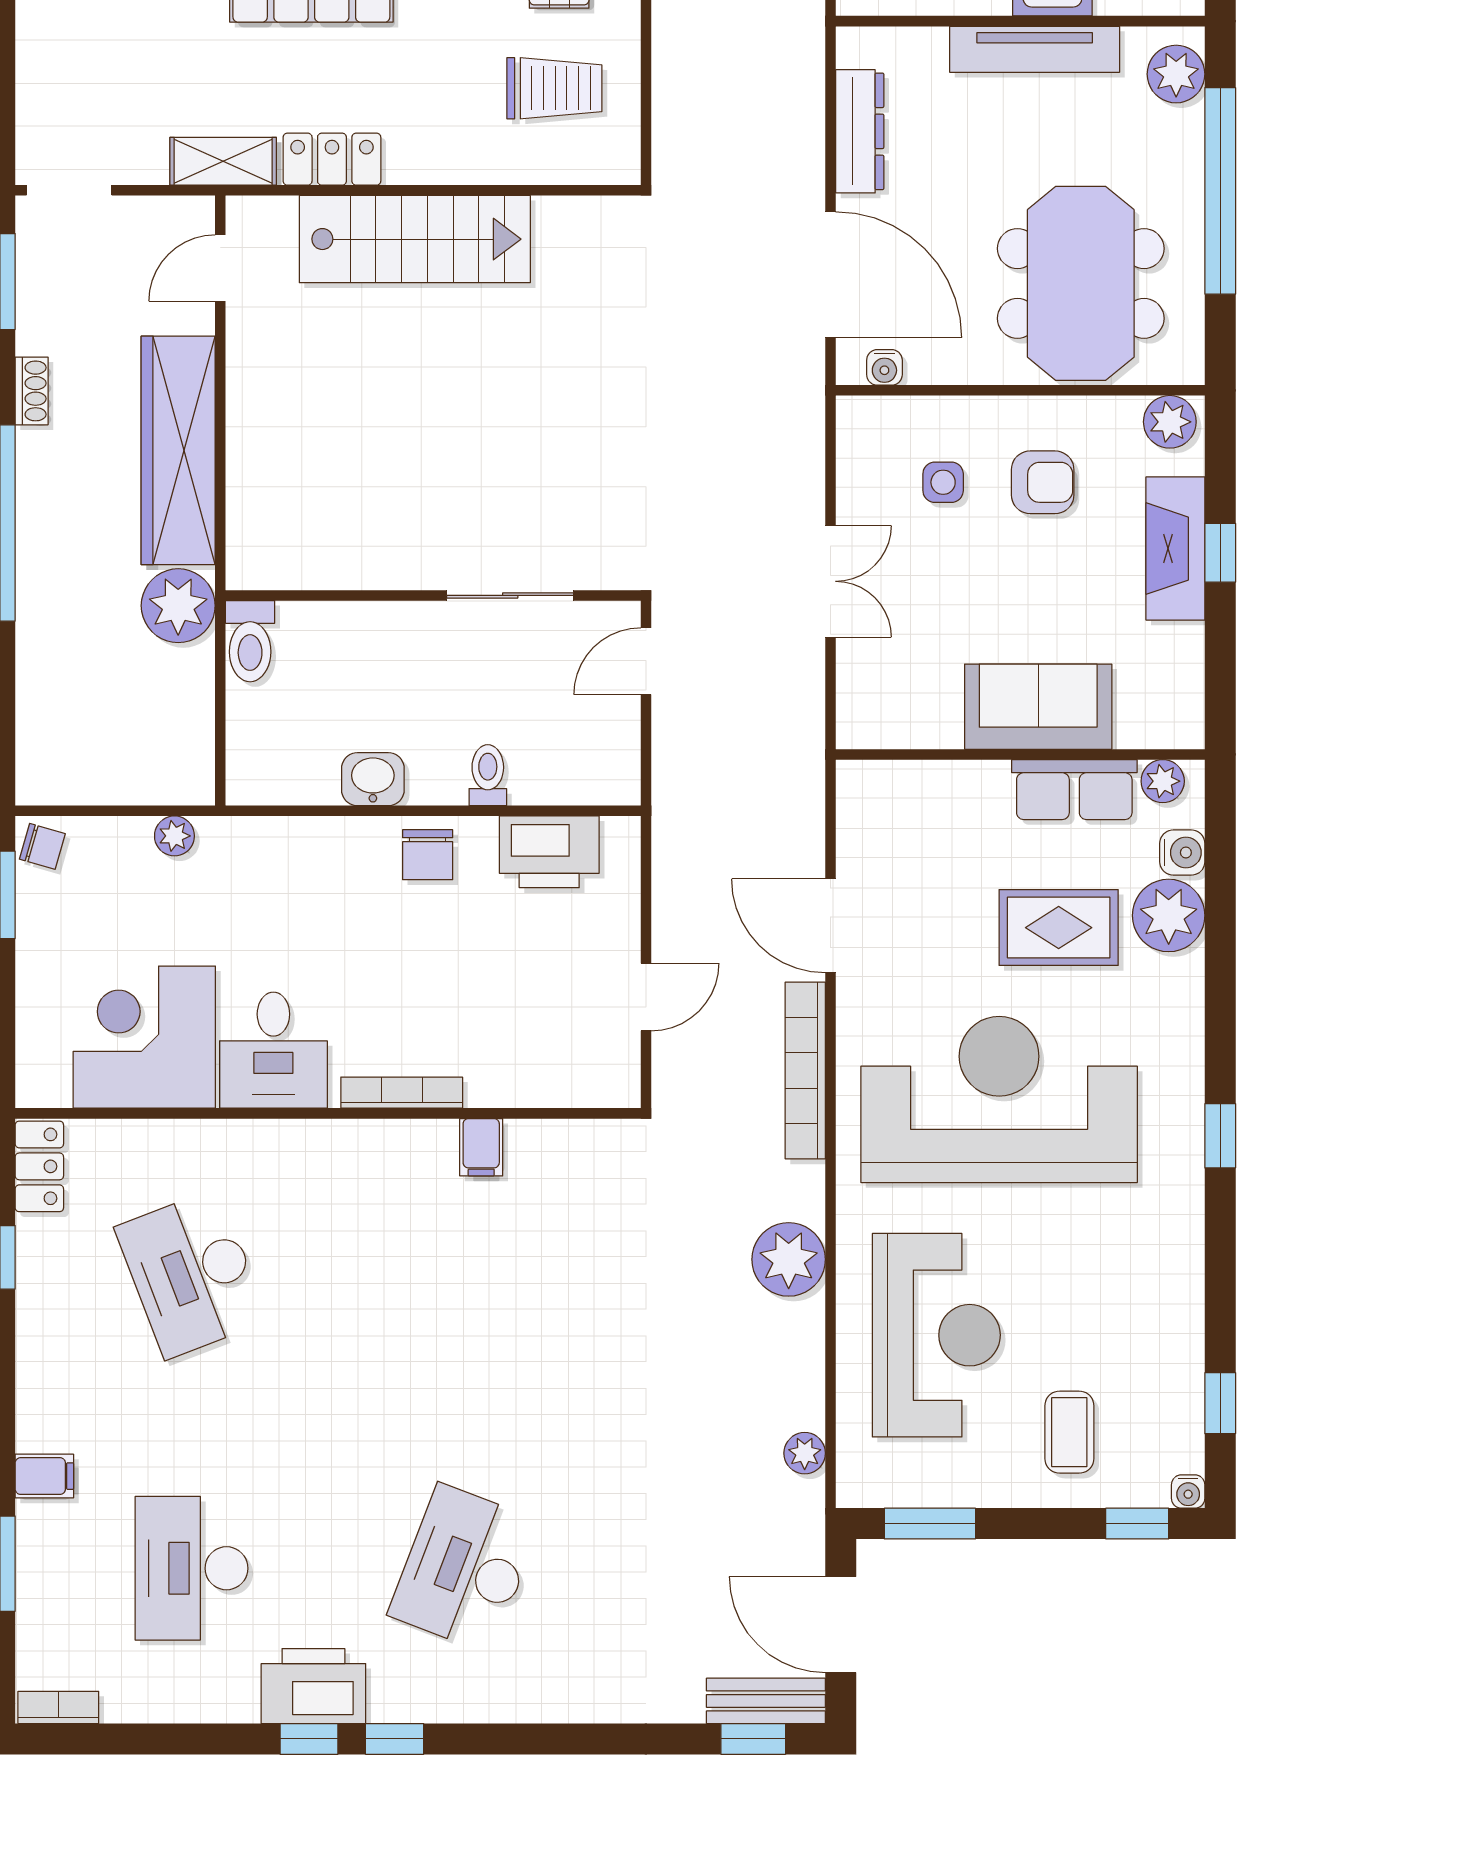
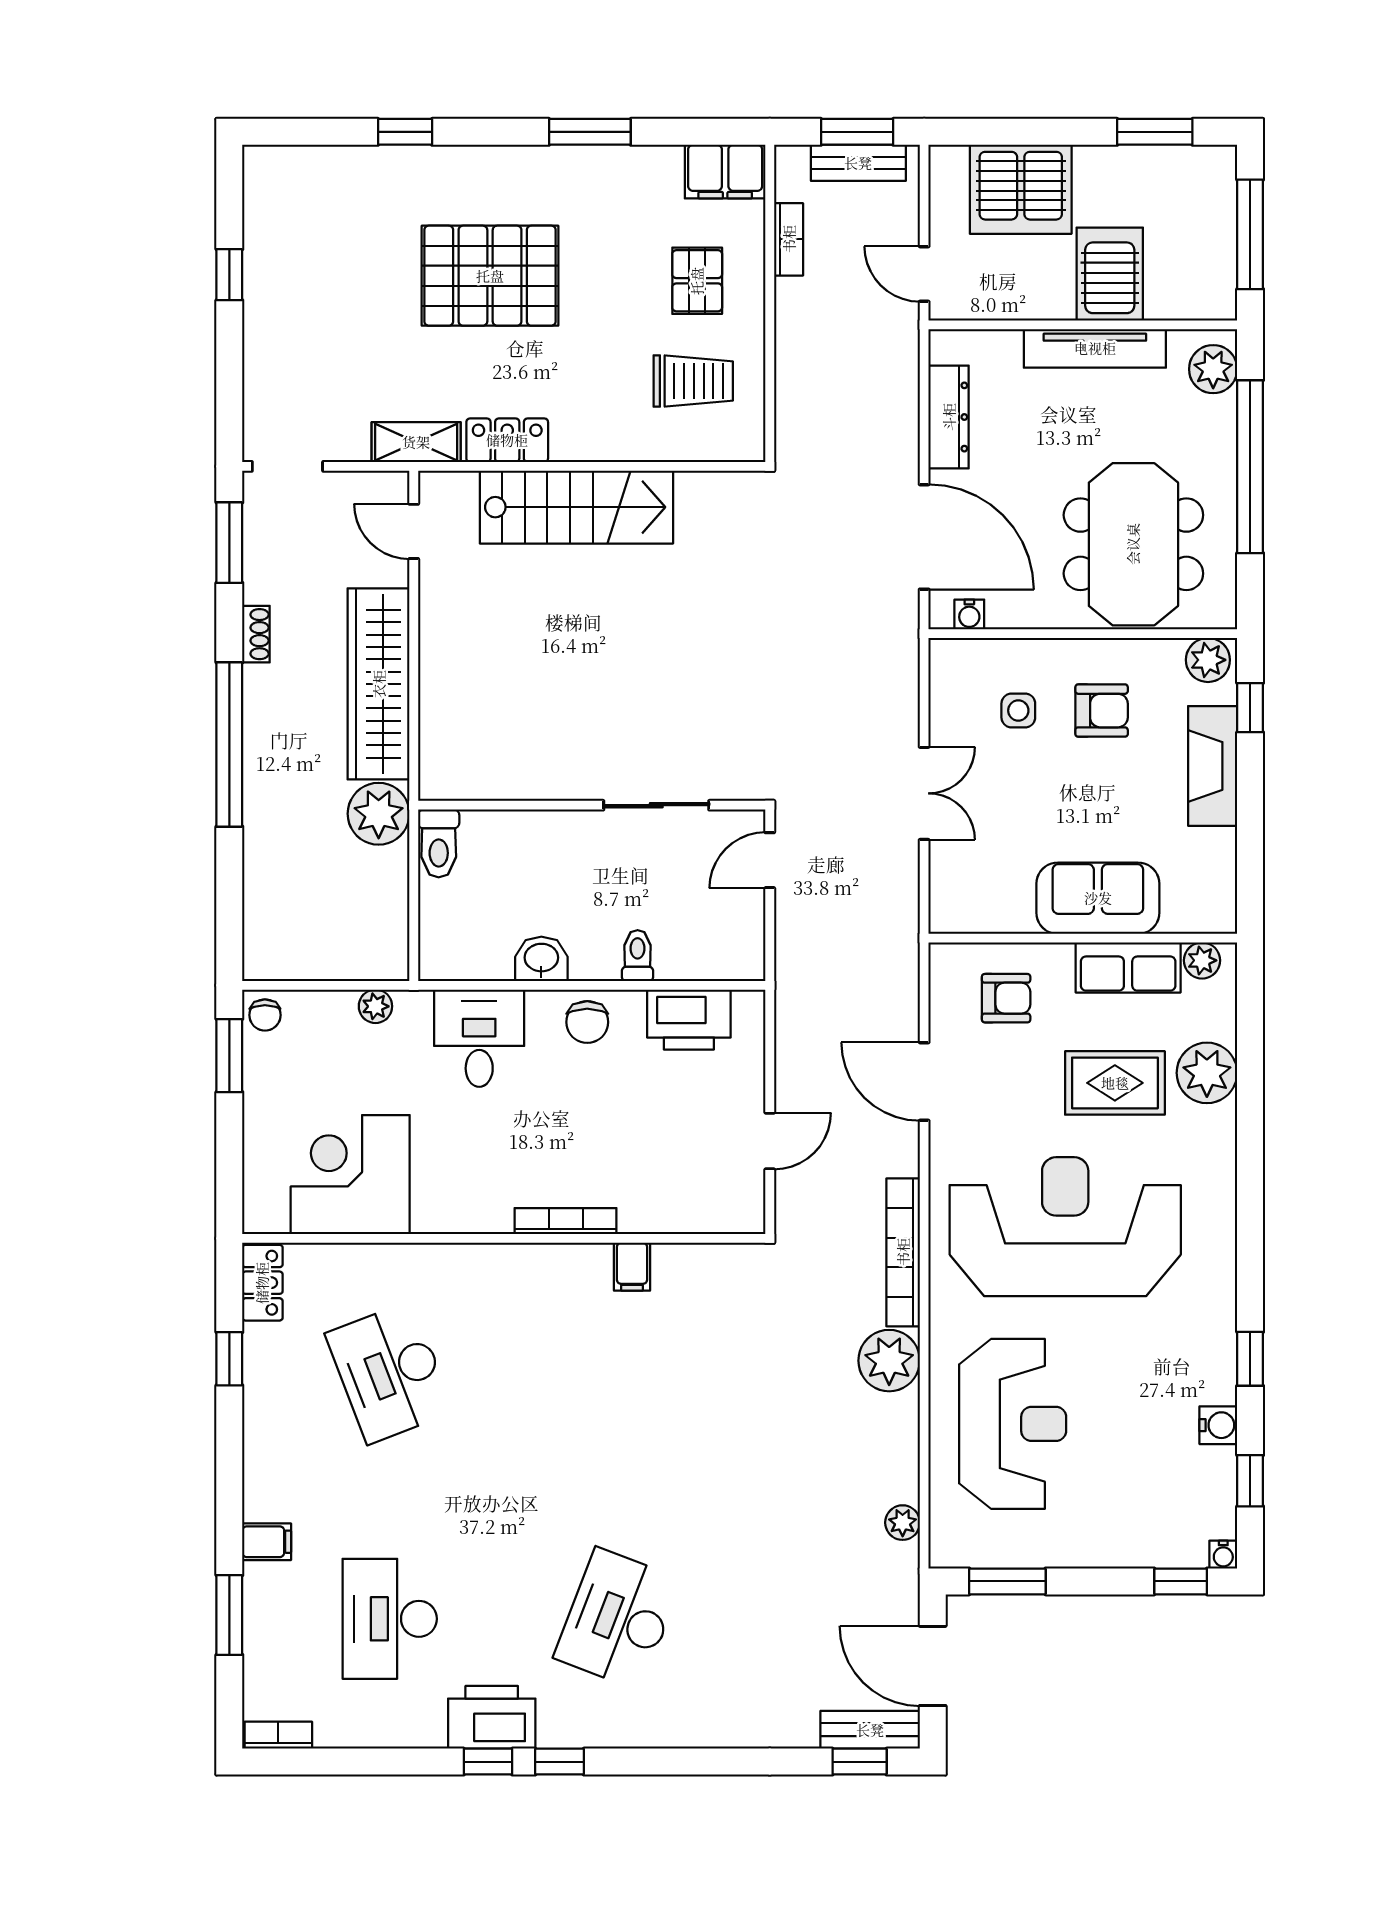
door: (220, 268) -> (414, 531), hinge flipped
window: (1220, 553) -> (1250, 708), moved
armchair: (928, 826) -> (1006, 998), added
chair: (42, 846) -> (265, 1015), turned 74
water cooler: (1182, 853) -> (1218, 1425), moved
desk: (273, 1050) -> (479, 1038), moved, turned 180
bookcase: (805, 1070) -> (903, 1252), moved
window: (1220, 1136) -> (1250, 1359), moved
coffee table: (1069, 1432) -> (1124, 1505), removed

